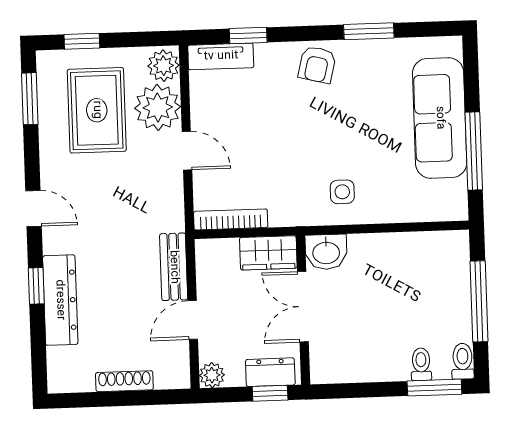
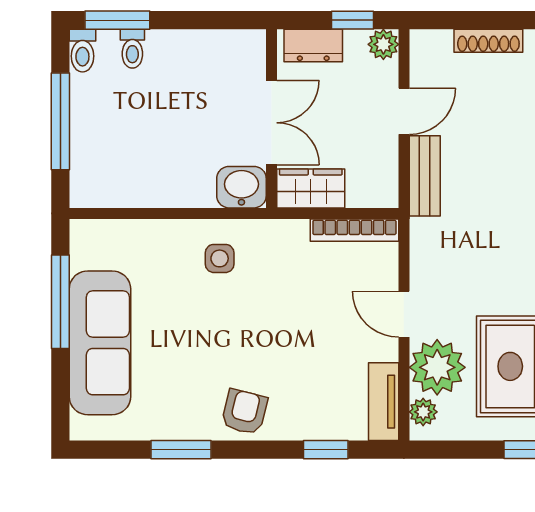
tv unit: (221, 56) -> (384, 402), moved, turned -90
plant: (164, 66) -> (423, 412), width x0.73, depth x0.73
window: (270, 393) -> (352, 20), moved

